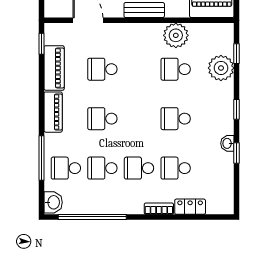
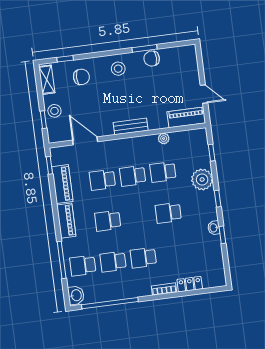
plant: (176, 35) -> (164, 139), width x0.53, depth x0.53
plant: (221, 68) -> (202, 179), moved
school desk: (176, 168) -> (133, 176), moved

